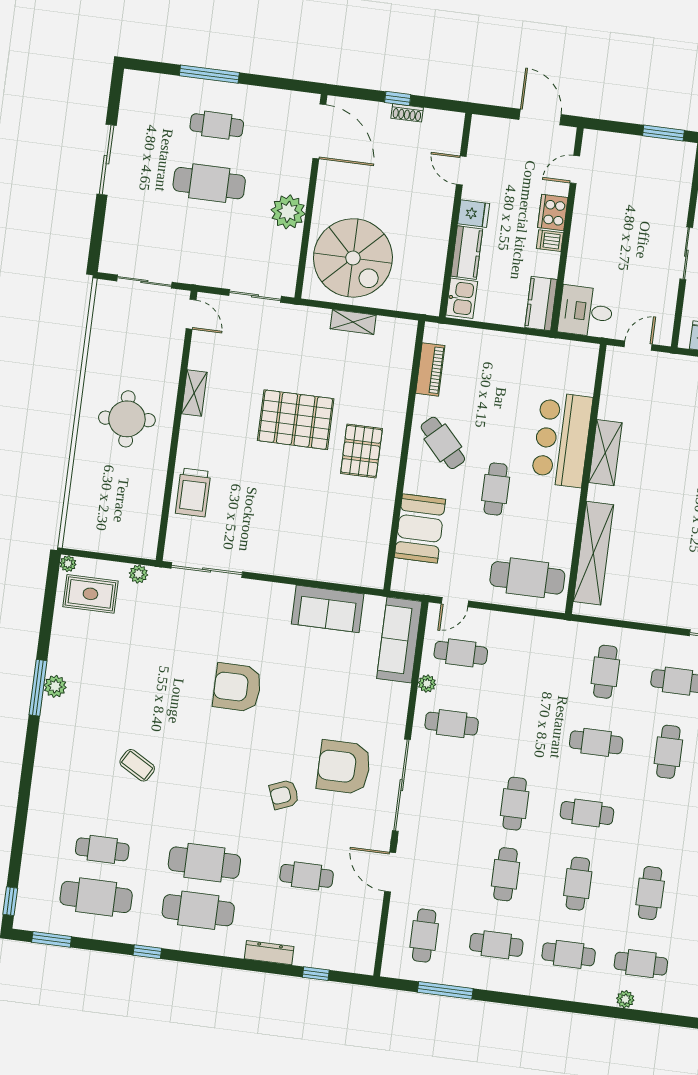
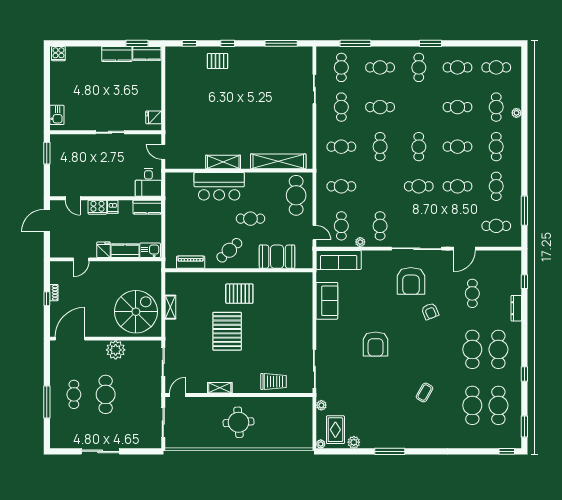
cafe table: (533, 662) -> (341, 186), added
plant: (55, 686) -> (354, 442), moved
cafe table: (102, 849) -> (472, 405), width x1.37, depth x1.35

